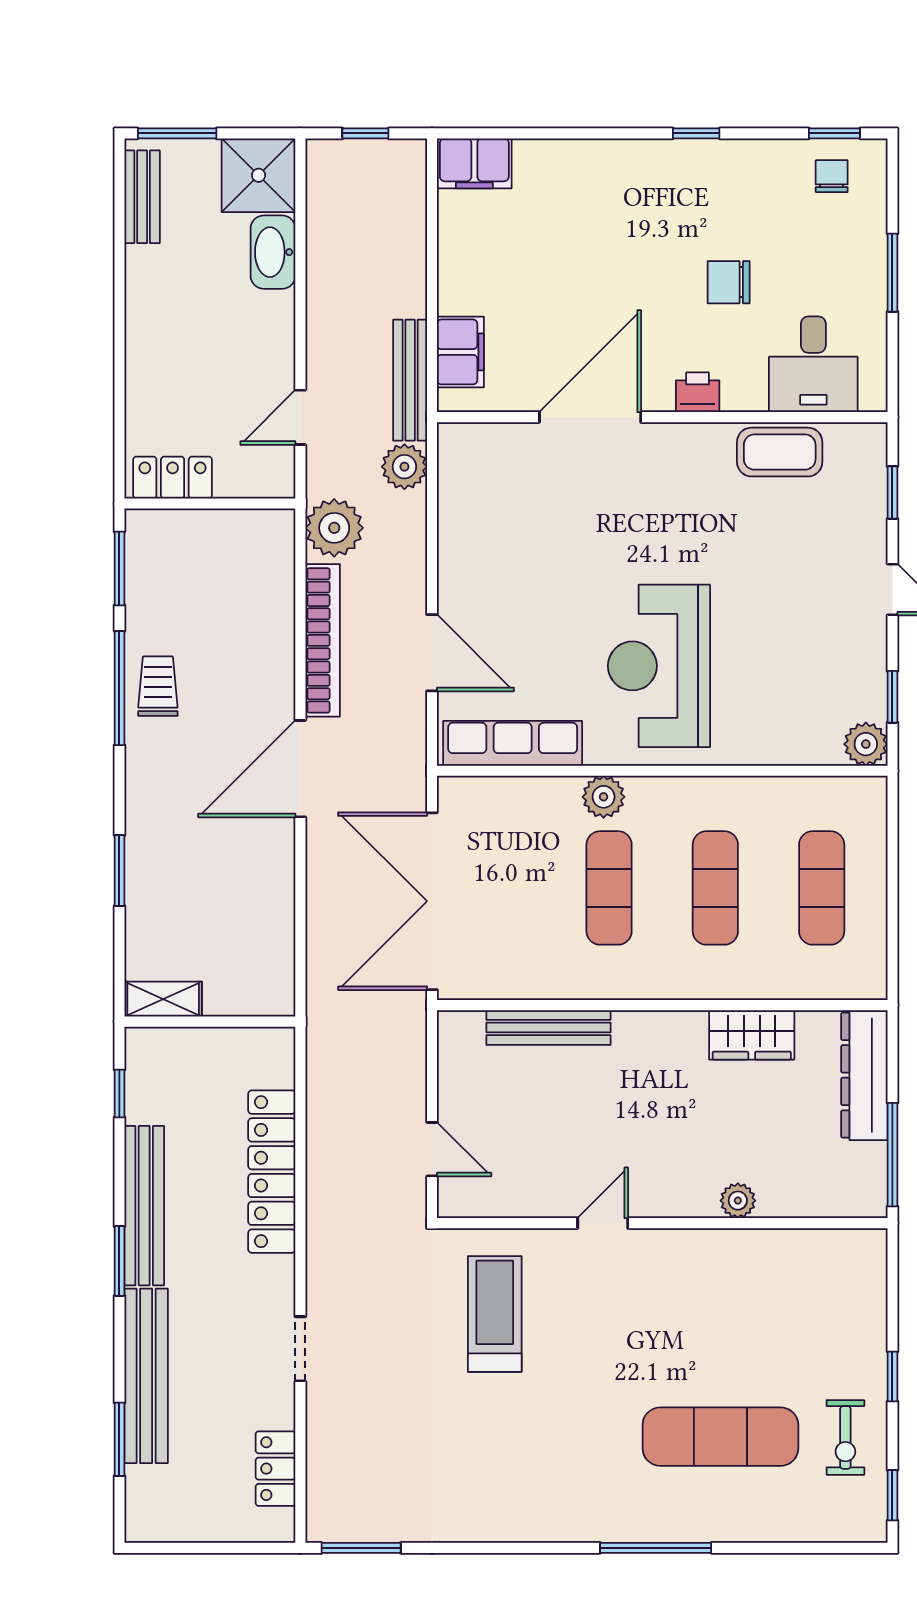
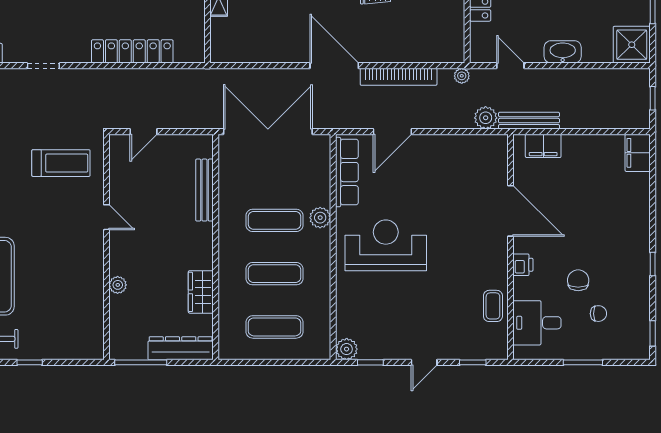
chair: (832, 176) -> (598, 314), moved
washbasin: (273, 252) -> (563, 52), moved
coffee table: (780, 452) -> (493, 306), width x0.73, depth x0.77
plant: (334, 528) -> (462, 76), width x0.53, depth x0.53

